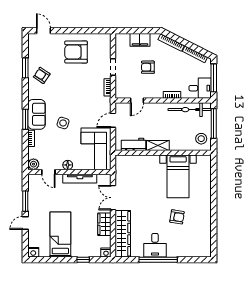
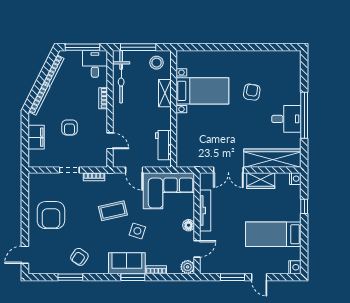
coffee table: (80, 103) -> (113, 211), added
shelving: (158, 145) -> (165, 93), moved

